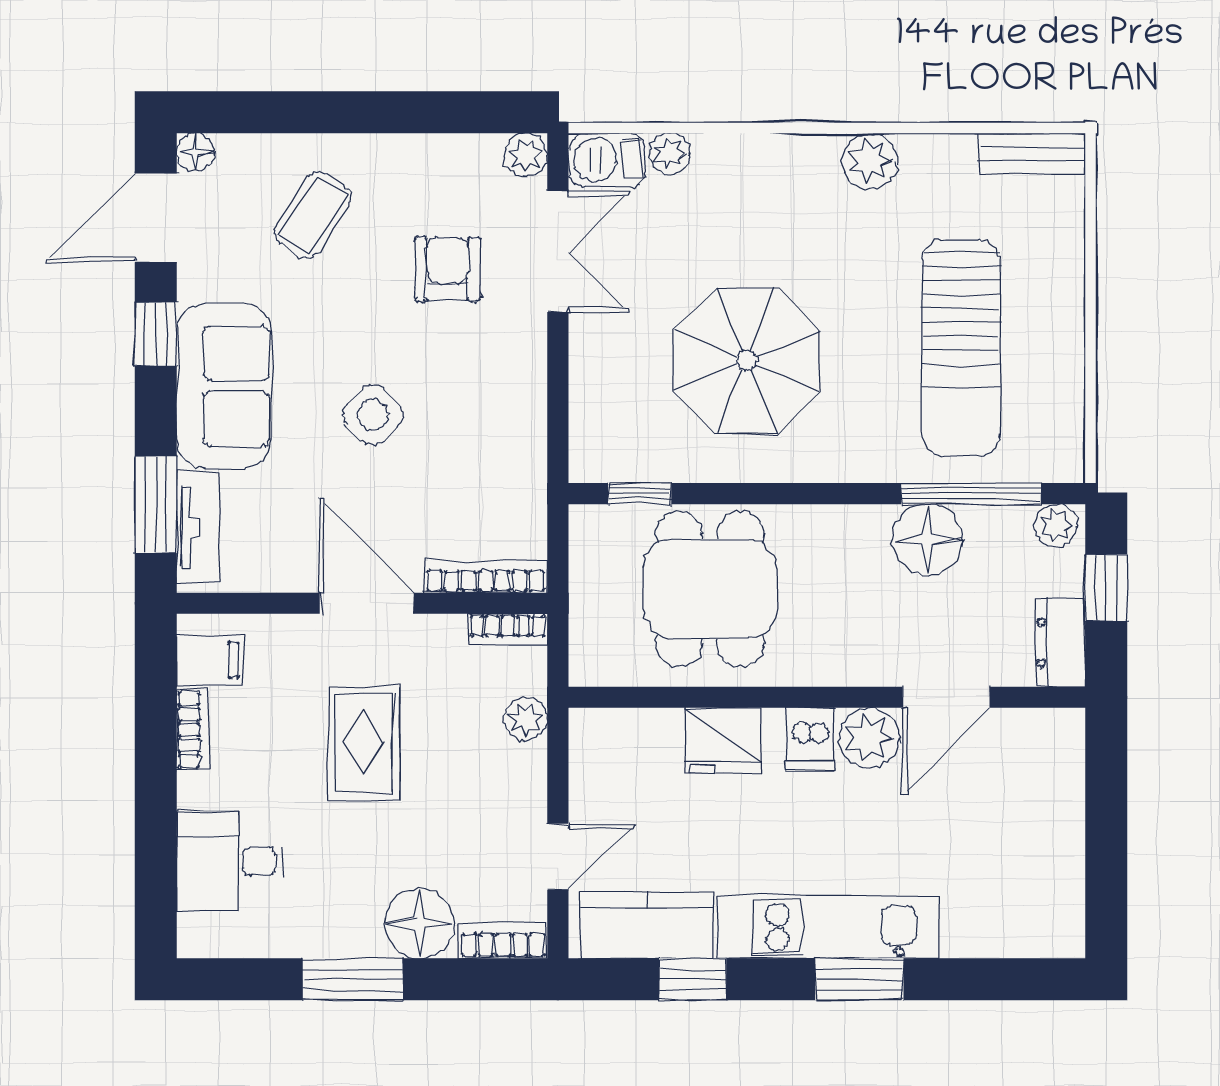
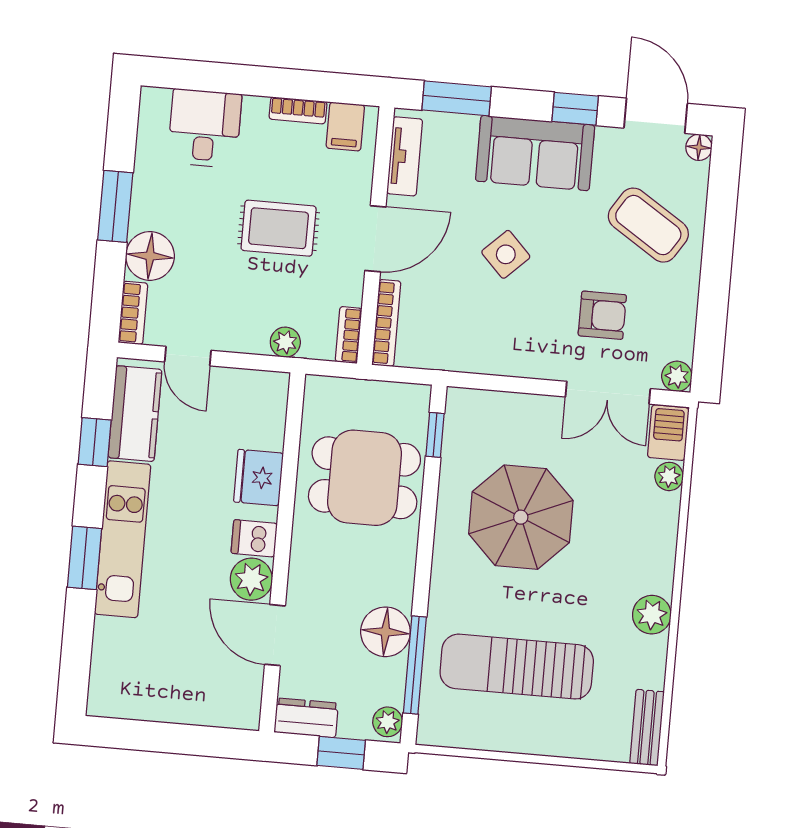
coffee table: (313, 215) -> (648, 225), width x1.36, depth x1.30
tv unit: (198, 527) -> (405, 156), moved, turned -90

